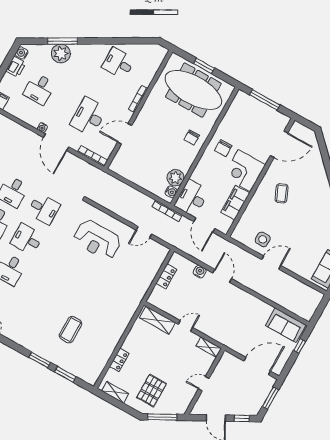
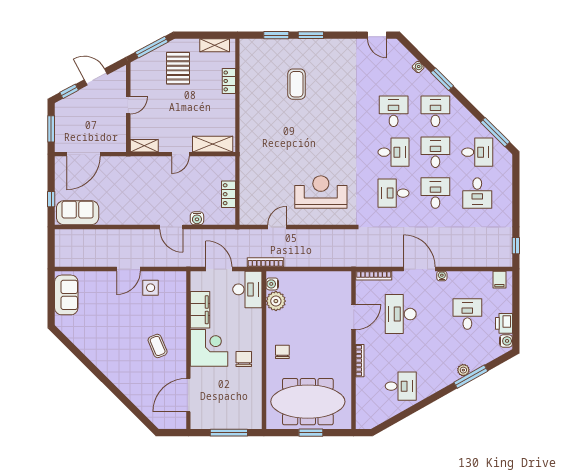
plant: (61, 53) -> (463, 370), width x0.53, depth x0.53
desk: (88, 116) -> (401, 314), turned 180

